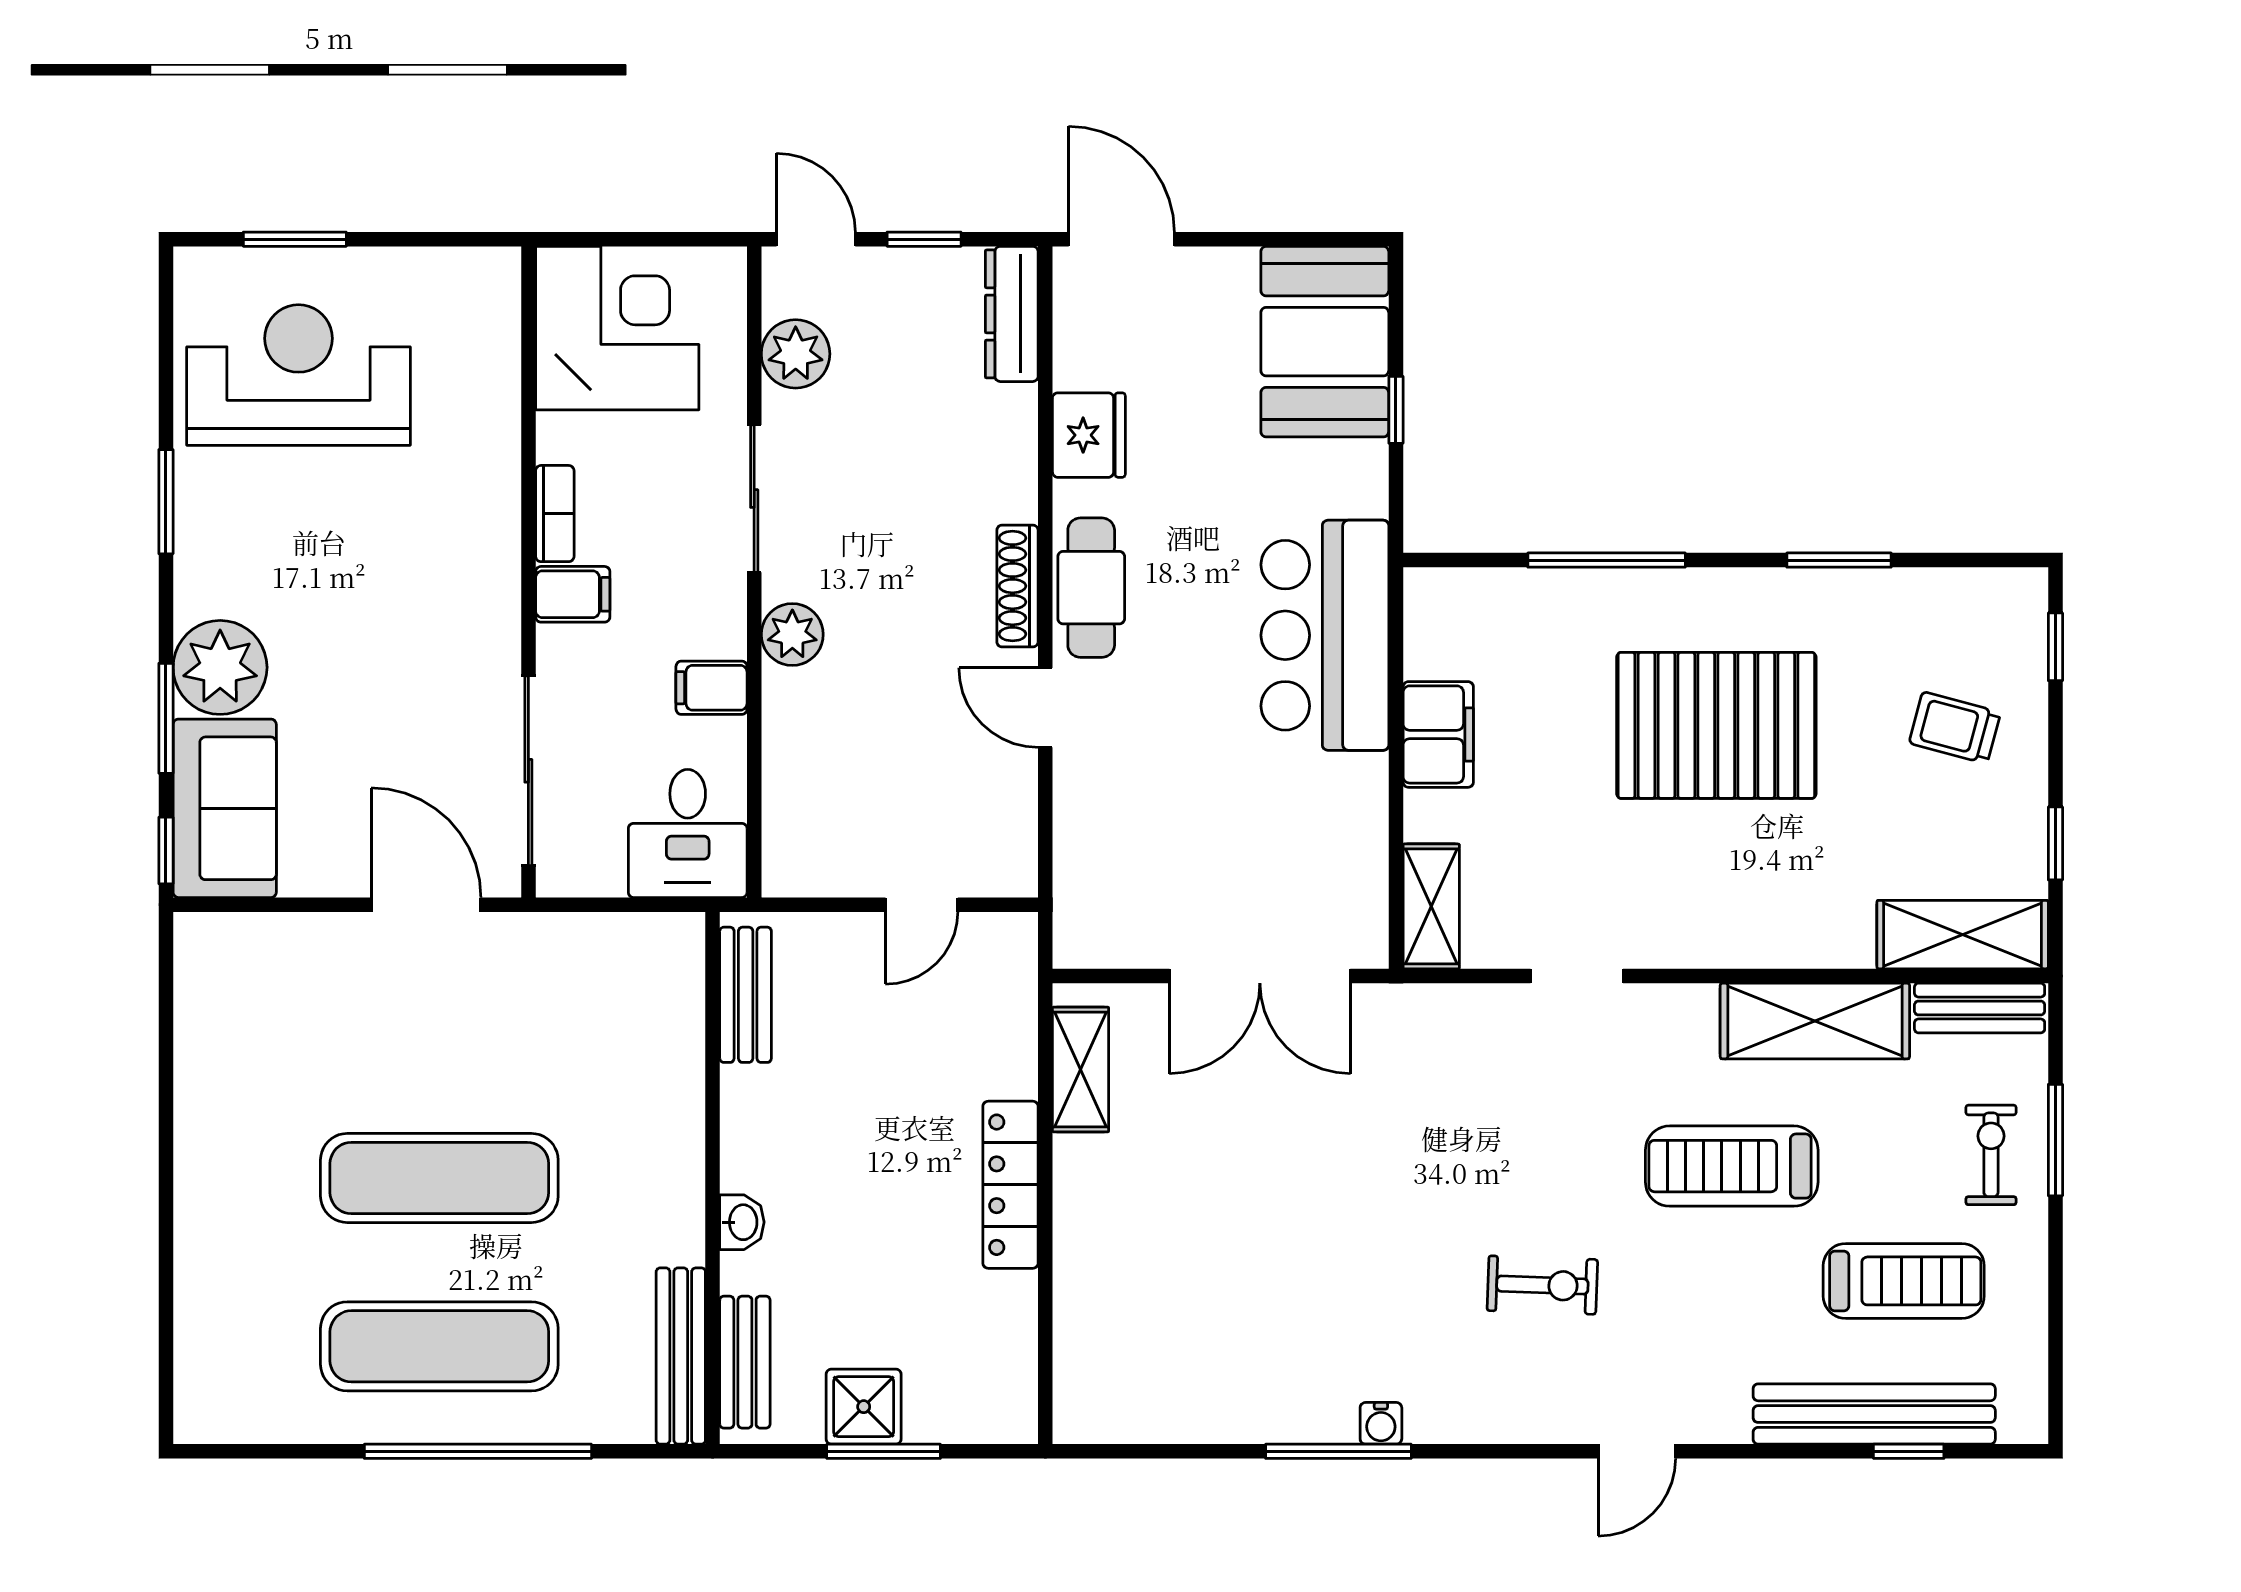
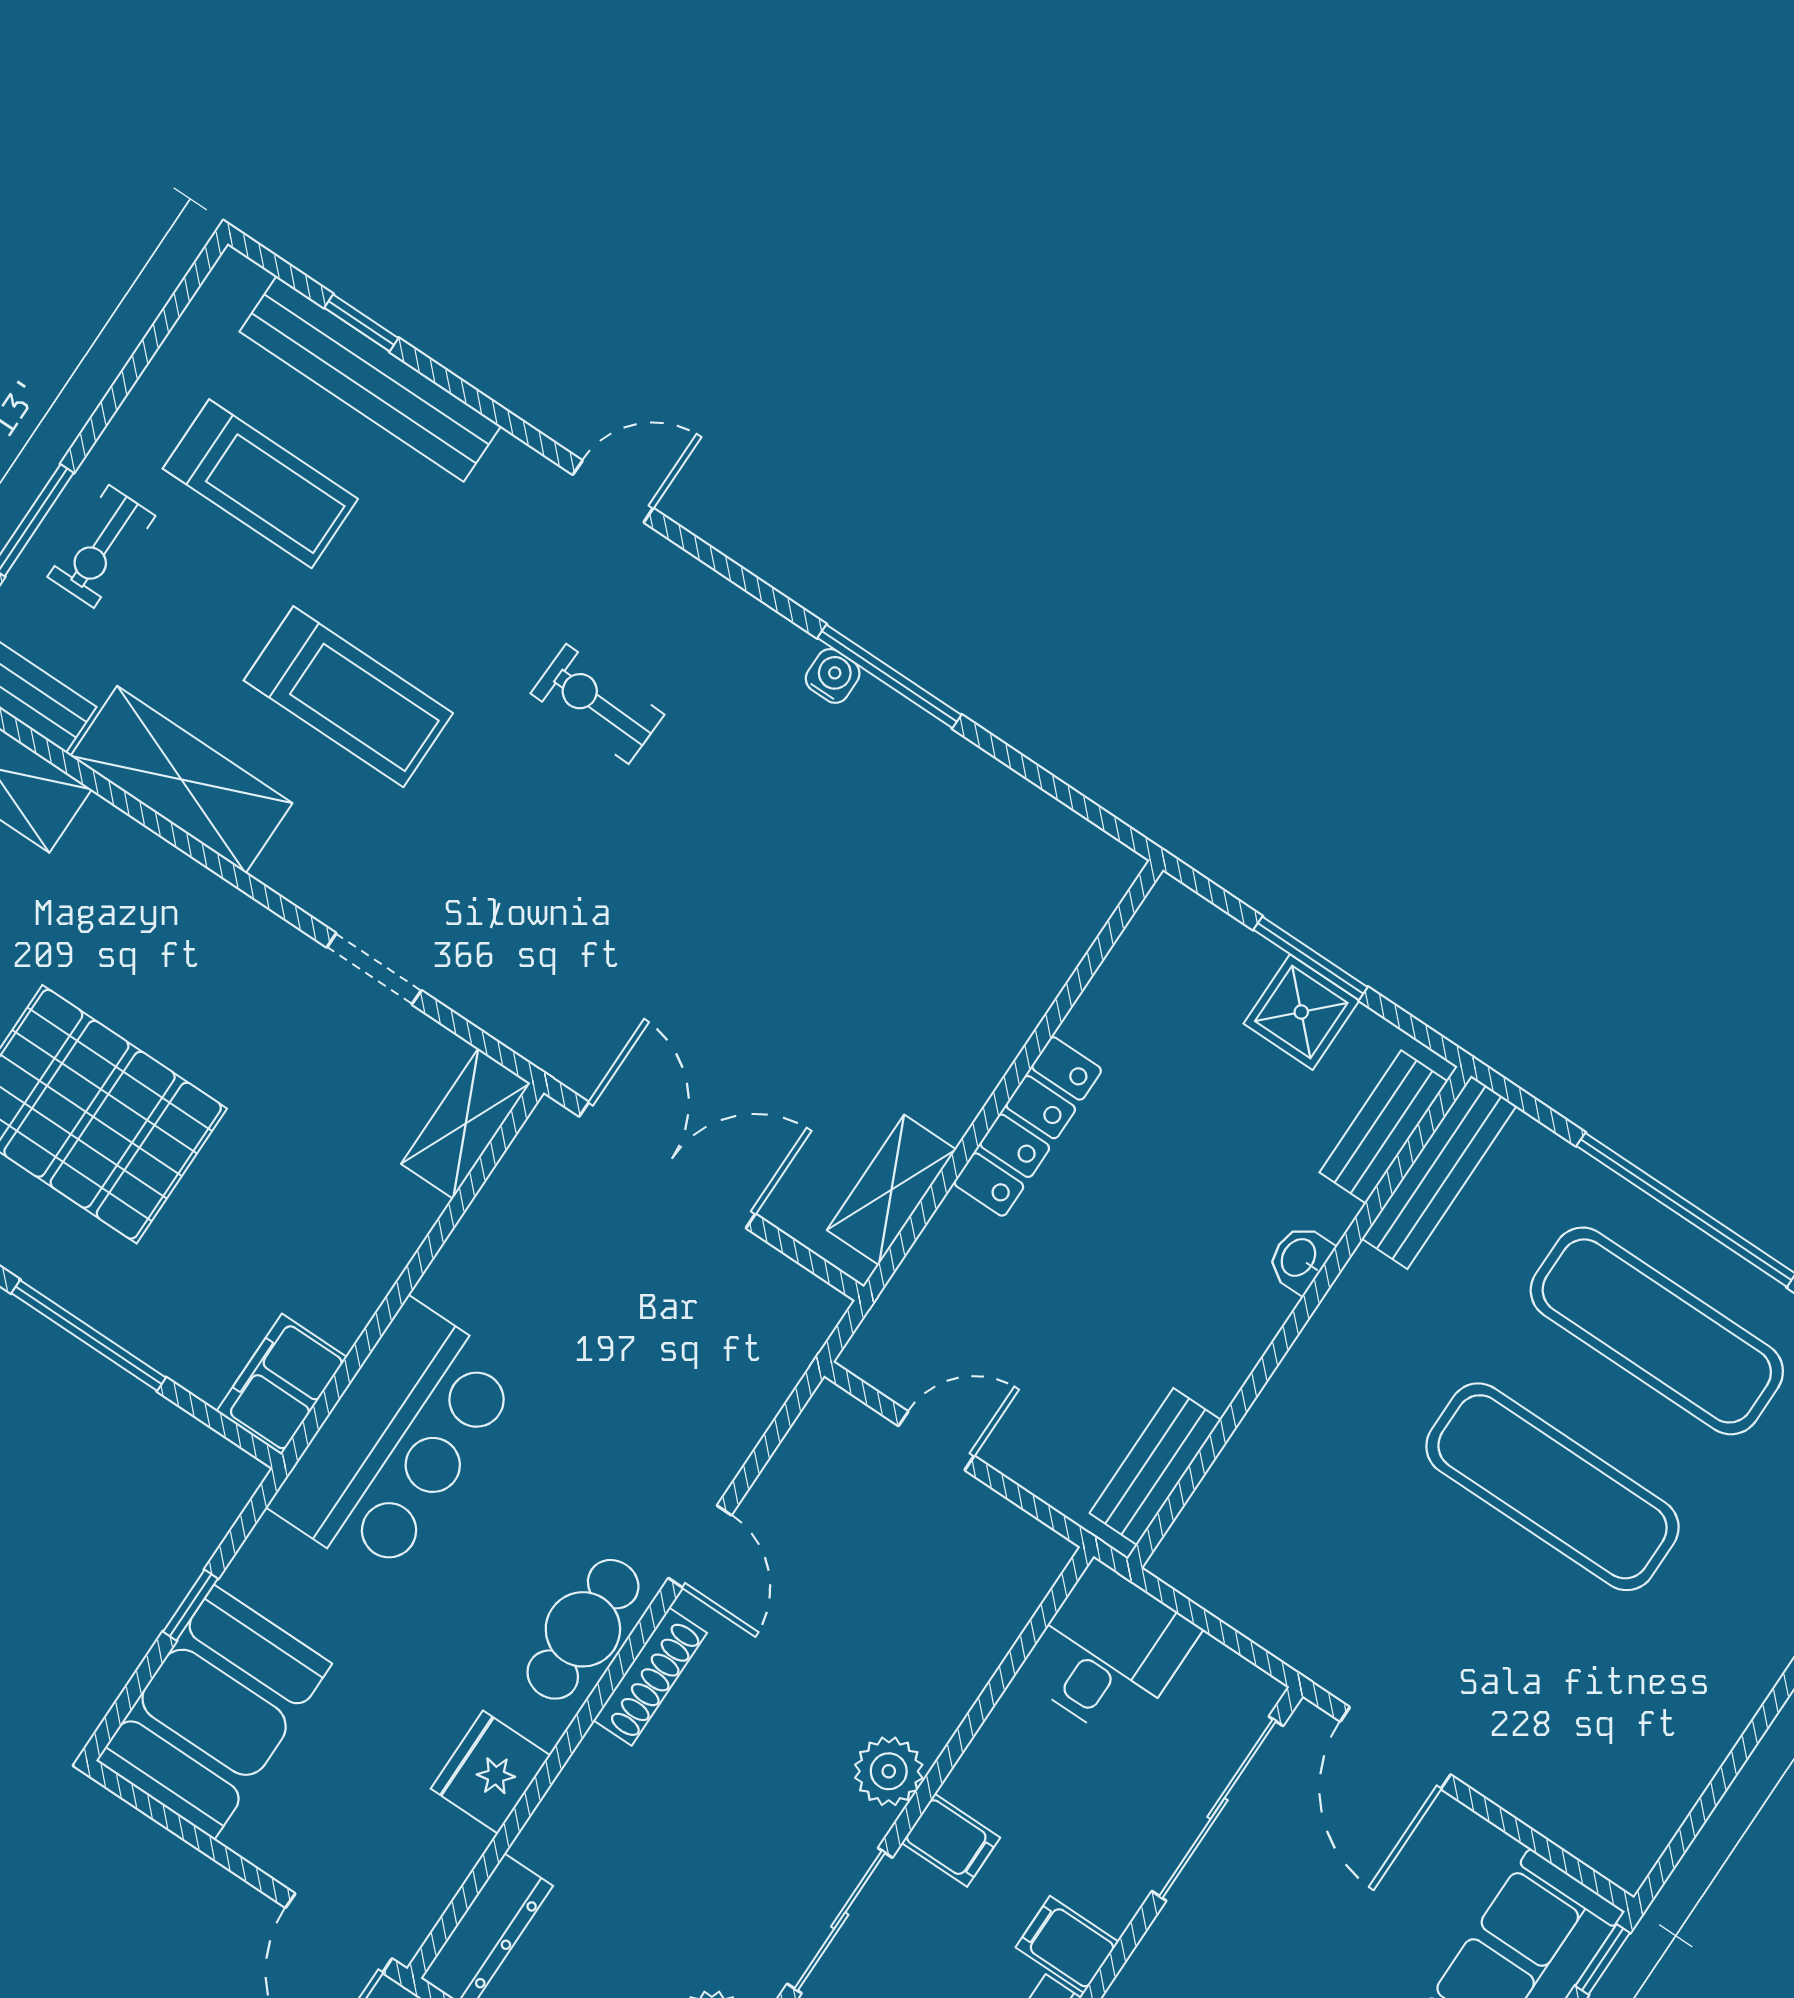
filing cabinet: (712, 688) -> (951, 1840), moved
filing cabinet: (1438, 734) -> (282, 1384), moved
treadmill: (1904, 1281) -> (260, 484), turned 180

